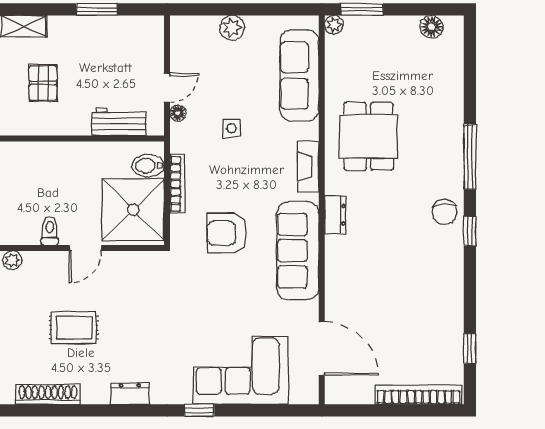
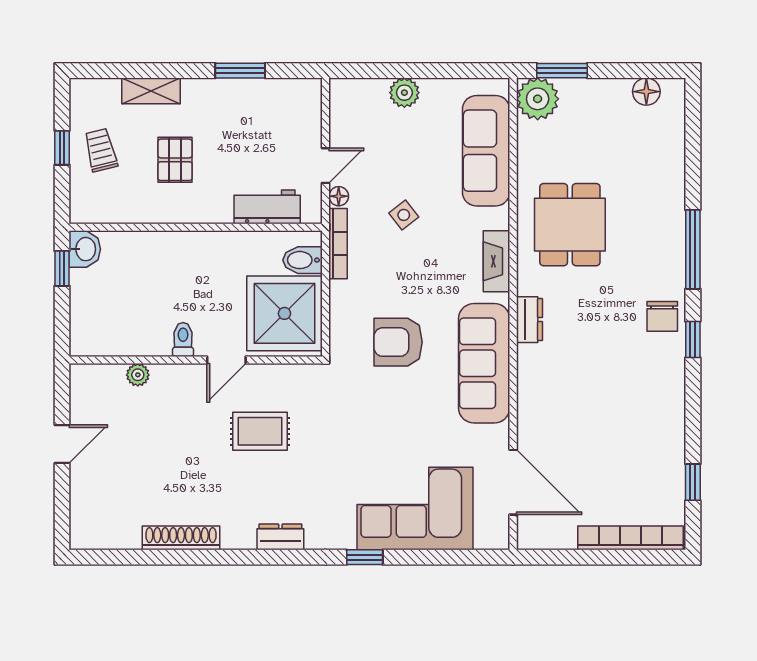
plant: (334, 25) -> (538, 99), width x1.88, depth x1.88
side table: (232, 128) -> (404, 215), turned -38
bookcase: (177, 184) -> (338, 244), moved
rug: (74, 328) -> (260, 431), moved

